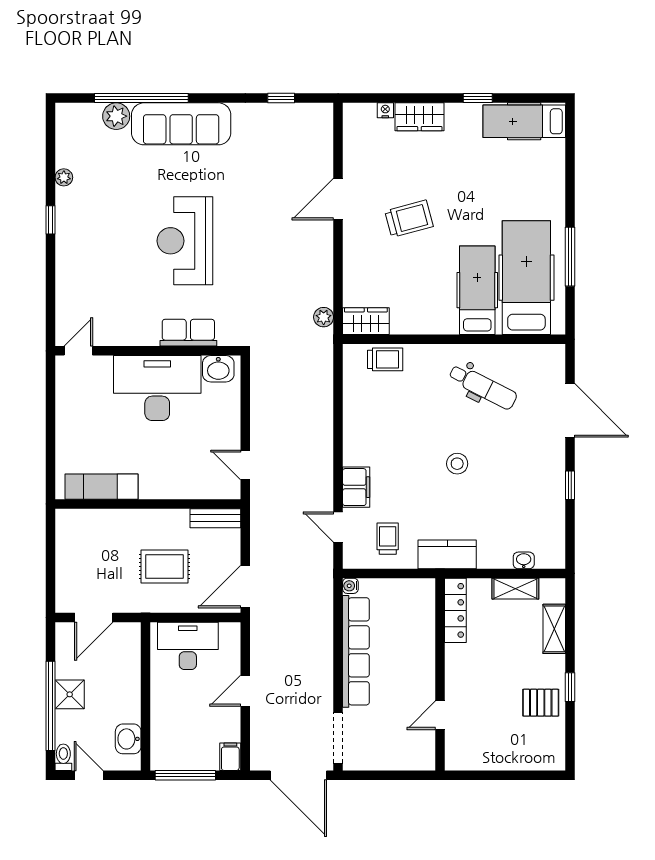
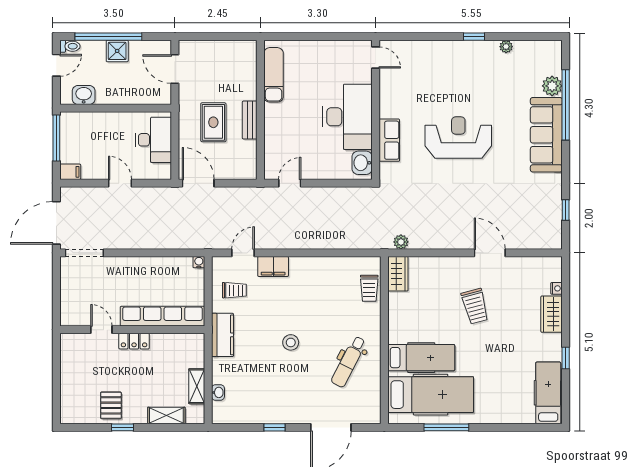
bench: (215, 518) -> (250, 120), moved
locker: (455, 610) -> (134, 341), moved, width x0.66
row of seats: (356, 651) -> (163, 316), moved, turned 180

